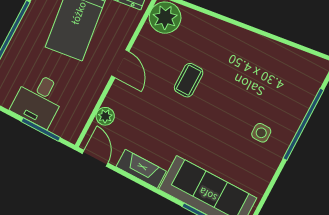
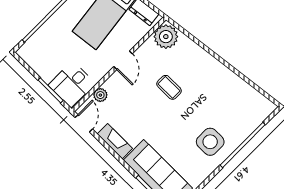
coffee table: (189, 80) -> (169, 87), turned 90
desk: (39, 100) -> (72, 84), moved
side table: (261, 133) -> (210, 142), width x1.87, depth x1.87

